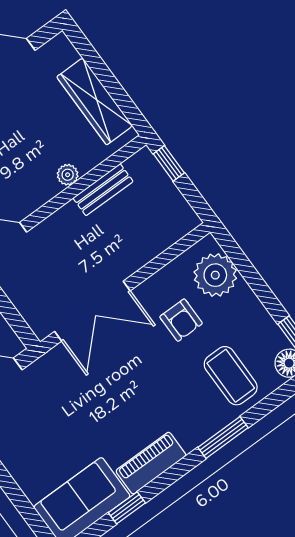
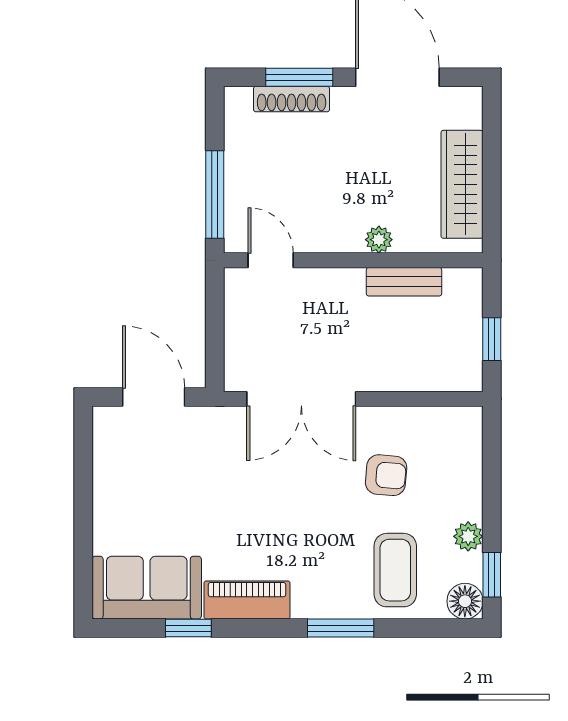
window: (169, 163) -> (492, 339), moved
plant: (215, 275) -> (468, 536), moved, width x0.53, depth x0.53
armchair: (181, 320) -> (386, 475), turned -85

